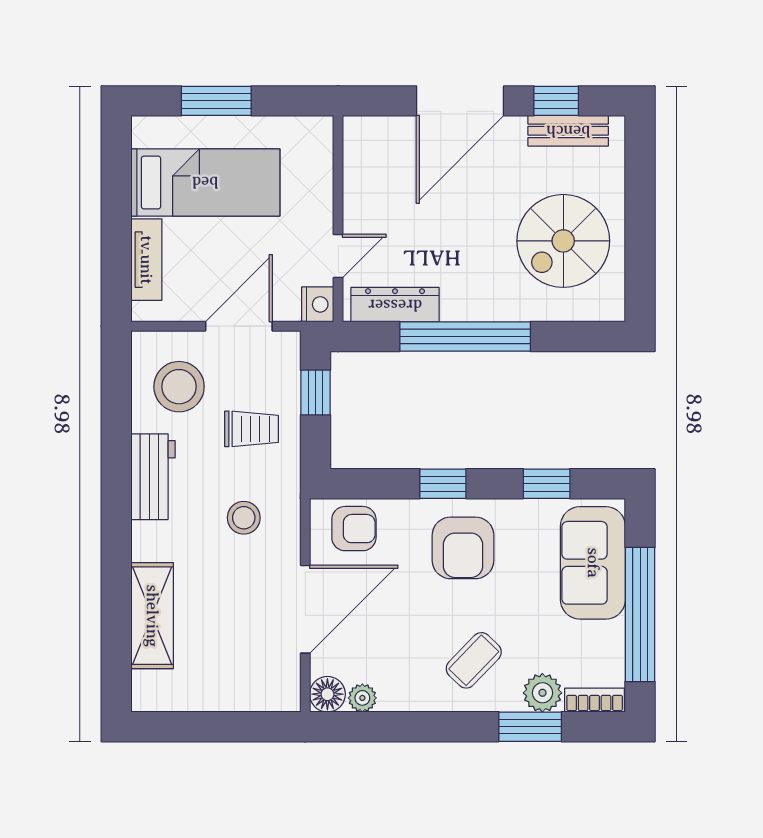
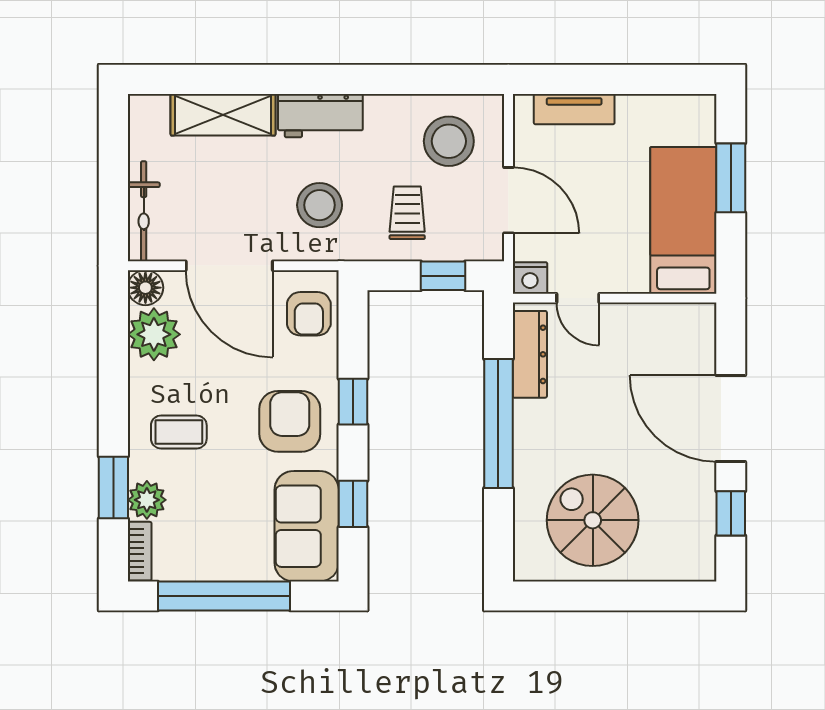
bench: (568, 131) -> (701, 525), removed
bed: (205, 182) -> (683, 220), moved, turned 180
trolley: (252, 429) -> (407, 213), turned 180
workbench: (153, 477) -> (320, 116), moved
stool: (244, 518) -> (320, 205), width x1.38, depth x1.38
armchair: (463, 548) -> (290, 421), turned 90
sofa: (593, 563) -> (307, 526), moved, turned -90
coffee table: (474, 660) -> (179, 432), turned -44
bicycle: (250, 696) -> (144, 211), added
plant: (362, 698) -> (154, 334), width x1.87, depth x1.87

